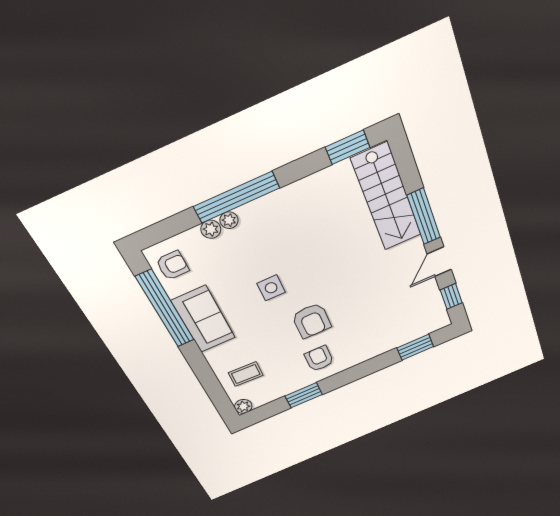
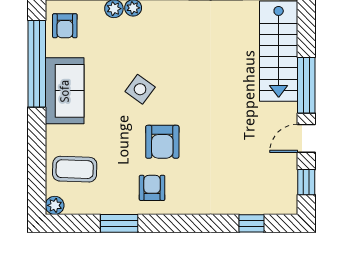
armchair: (172, 265) -> (65, 26), turned 90
side table: (271, 288) -> (140, 89), turned 36
window: (415, 347) -> (252, 223), width x0.67
coffee table: (246, 374) -> (75, 169), width x1.36, depth x1.30

